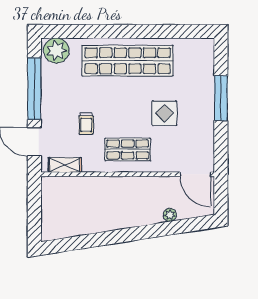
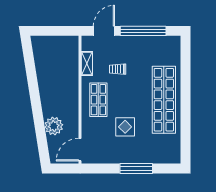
plant: (56, 51) -> (171, 47), removed
shelving: (65, 165) -> (87, 64), moved
plant: (170, 215) -> (54, 126), width x1.87, depth x1.87

